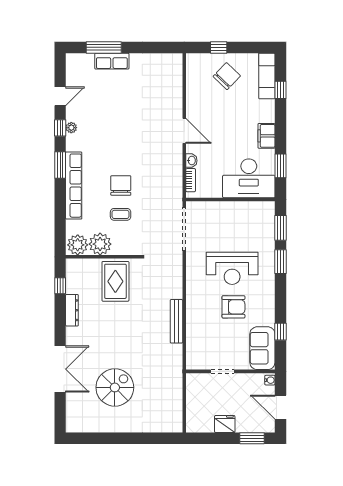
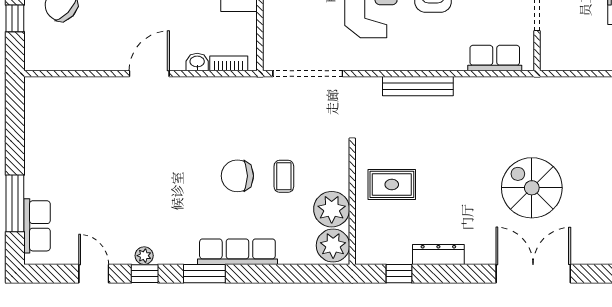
row of seats: (112, 61) -> (37, 226), moved
row of seats: (74, 186) -> (237, 252), width x0.73
rug: (115, 281) -> (392, 184), width x0.73, depth x0.70
bench: (176, 321) -> (418, 86), moved
row of seats: (194, 345) -> (495, 58), added
spiral stairs: (115, 387) -> (532, 188), moved

